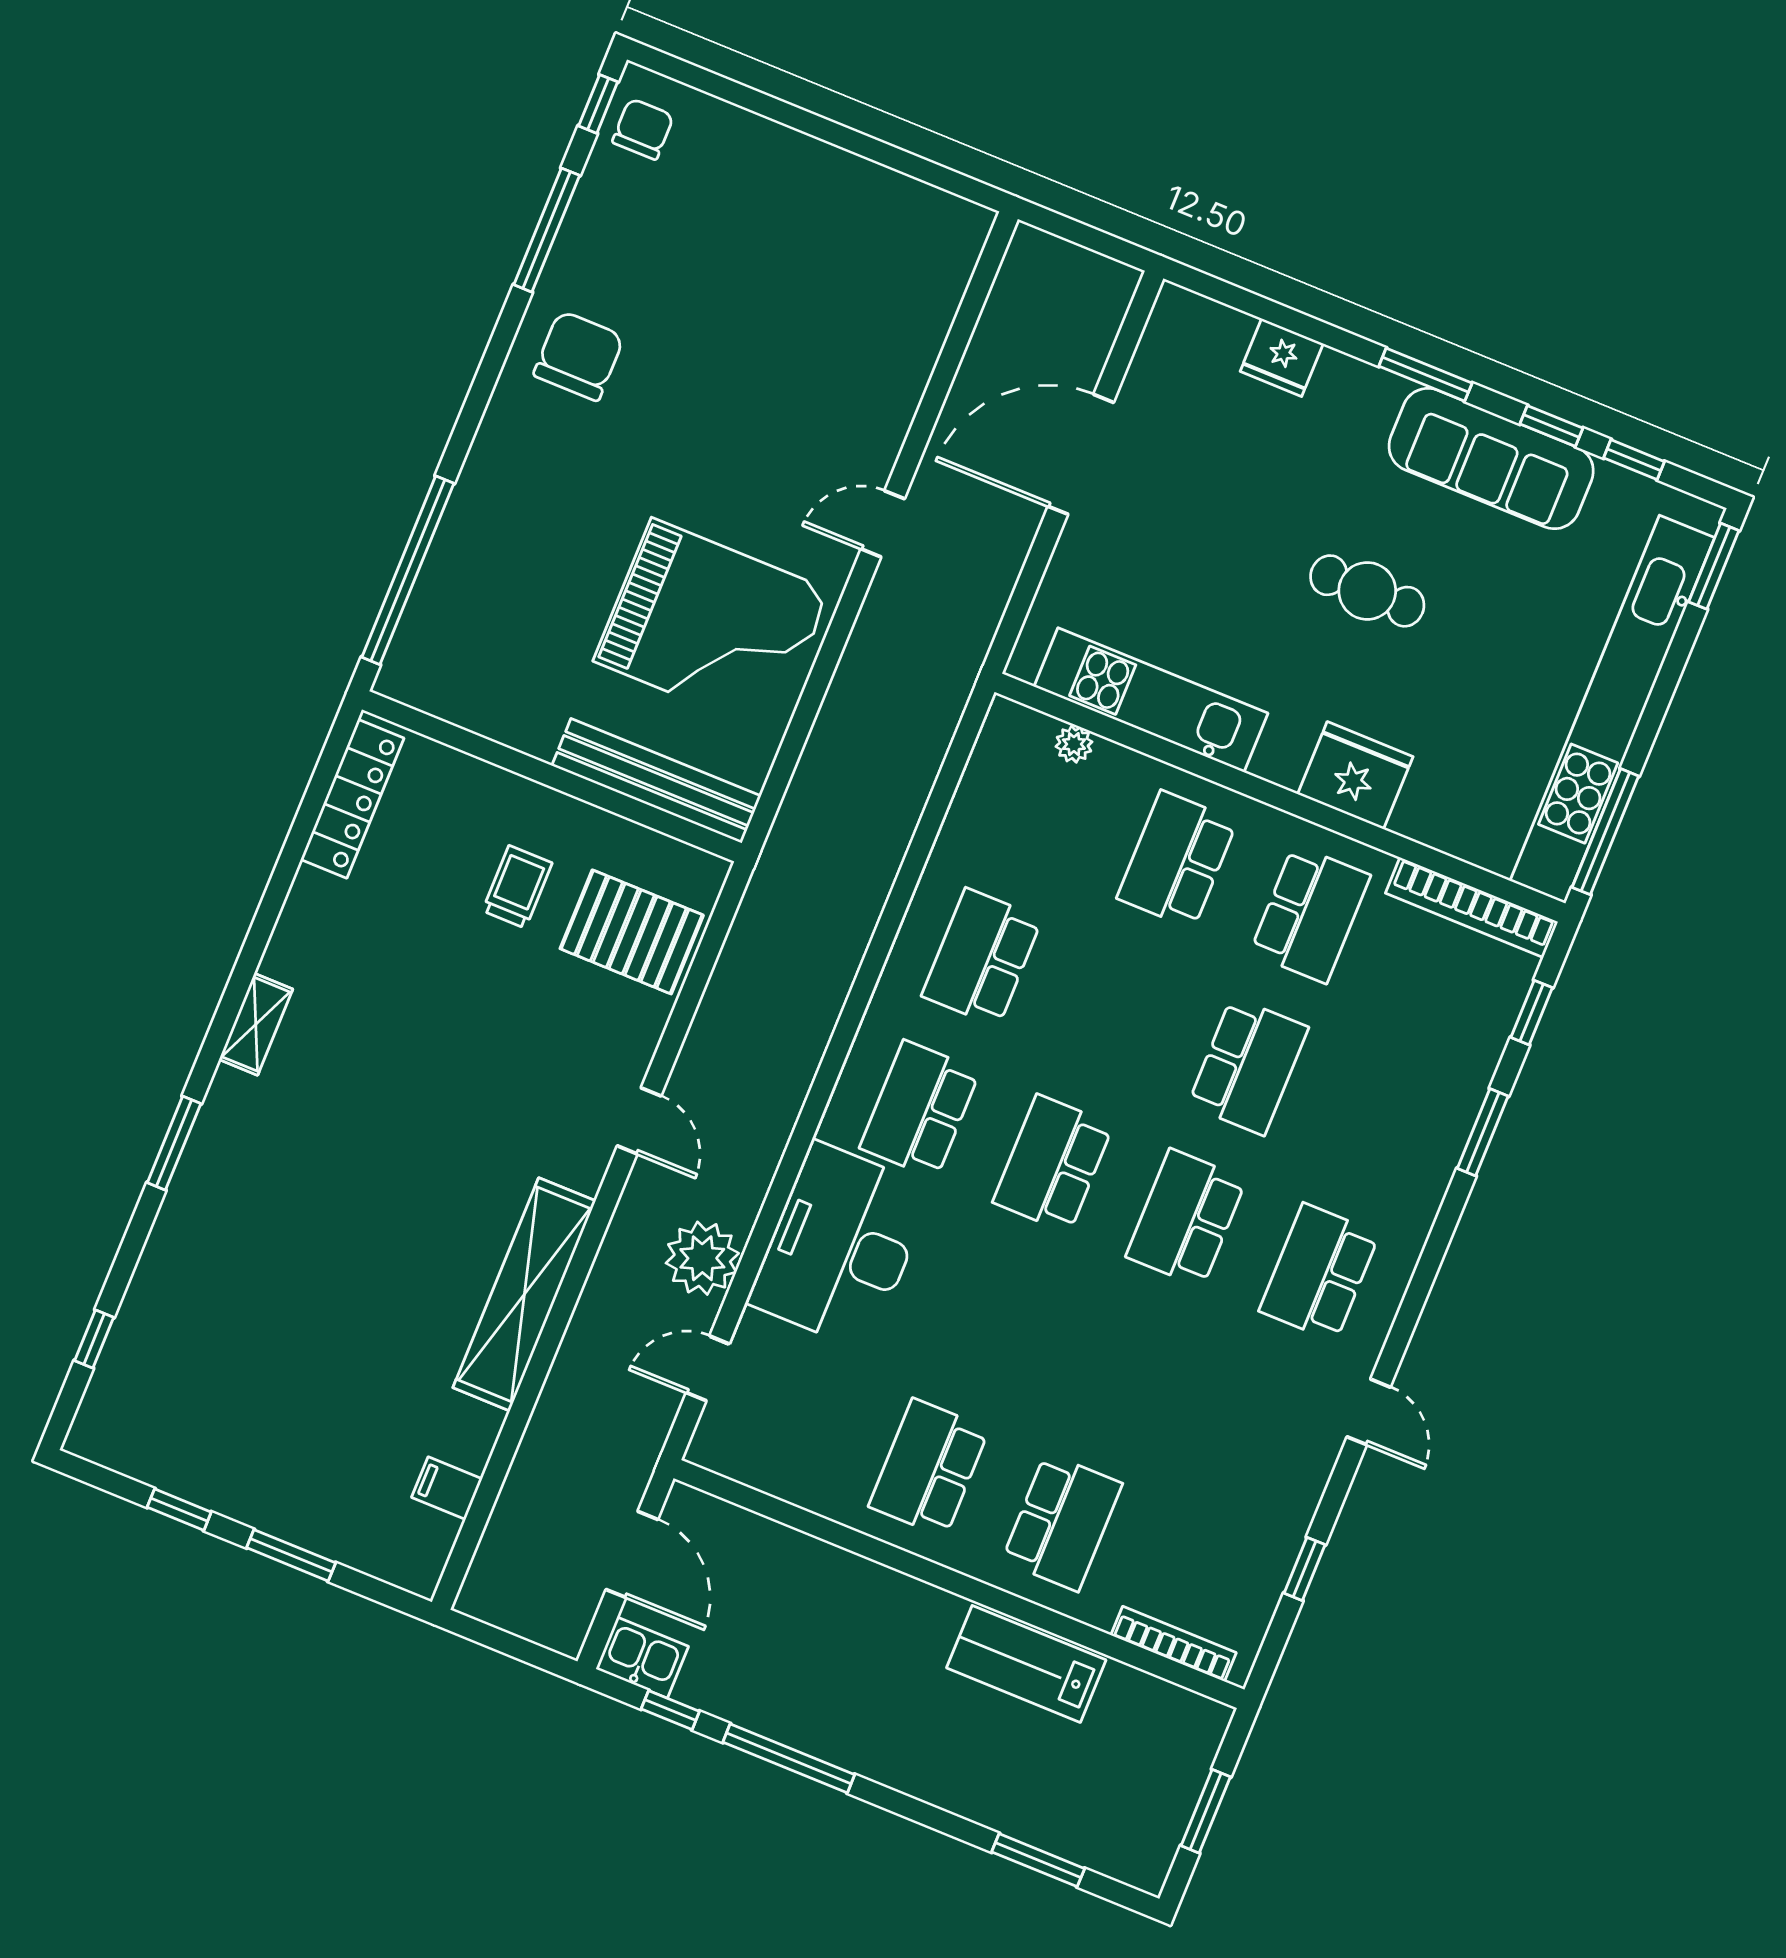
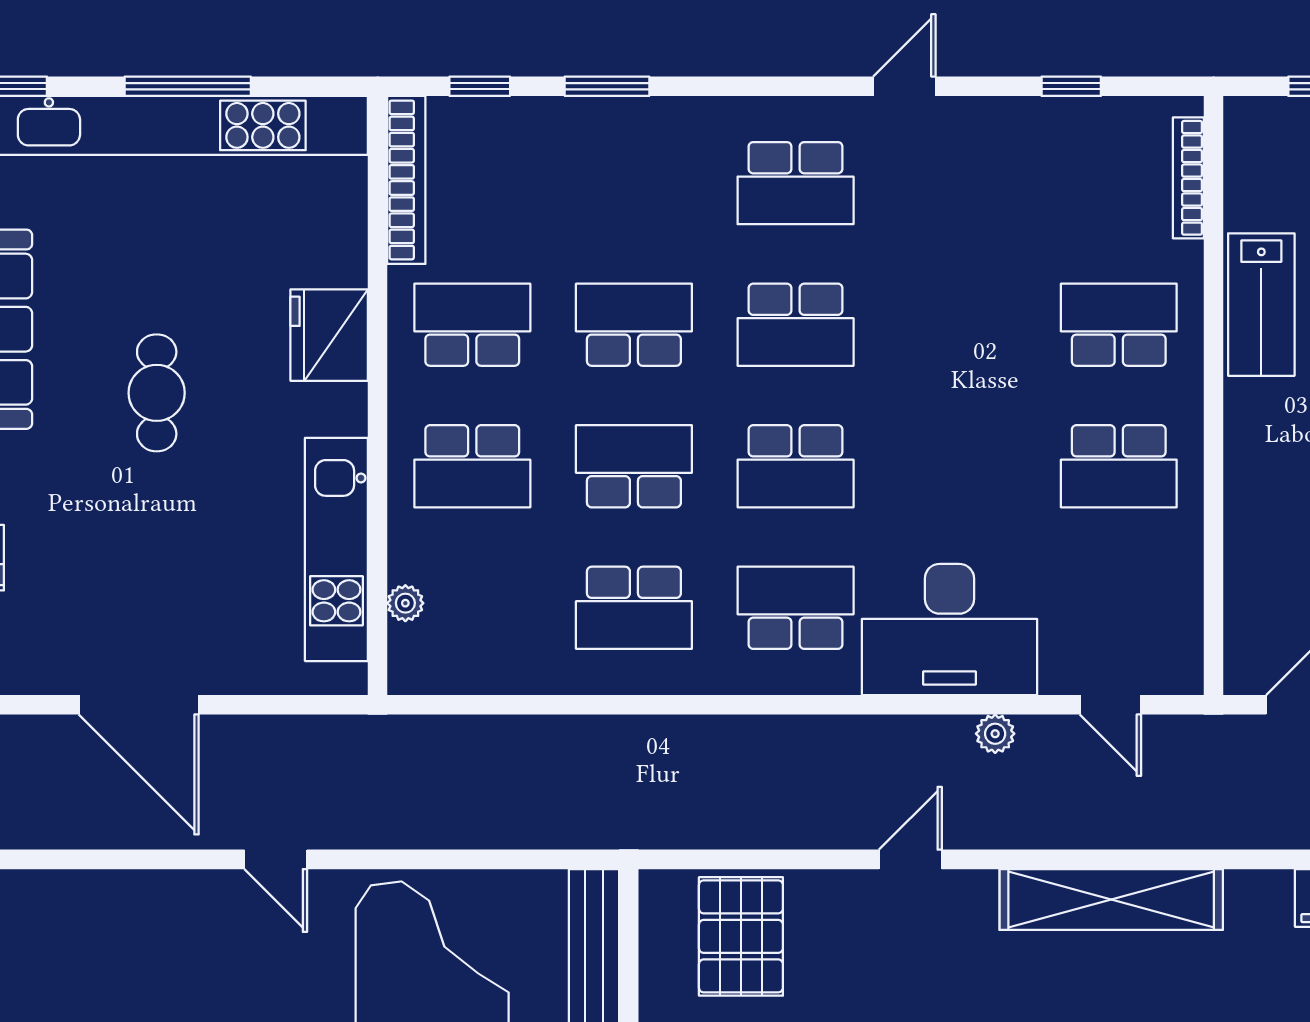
window: (1605, 832) -> (188, 86), moved
school desk: (1115, 1012) -> (634, 466), added
school desk: (920, 1109) -> (796, 608), turned 180
plant: (702, 1258) -> (995, 734), width x0.53, depth x0.53

